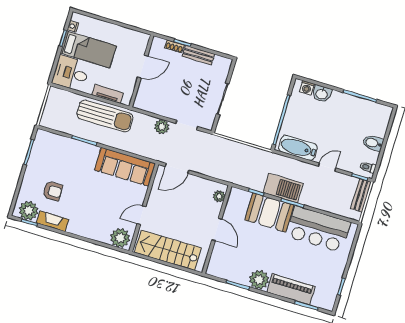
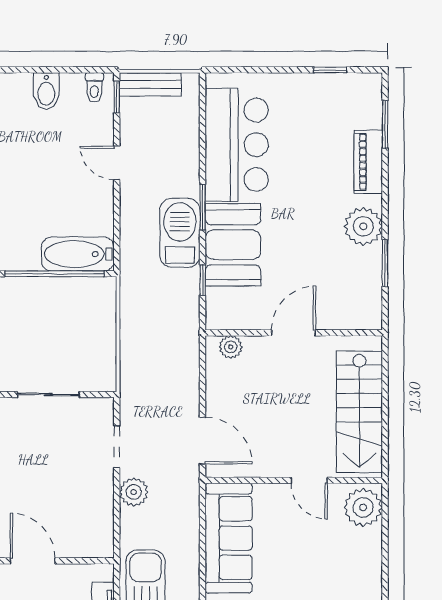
bathtub: (298, 148) -> (78, 254), moved, turned 90
piano: (291, 289) -> (368, 162), width x0.73, depth x0.75

